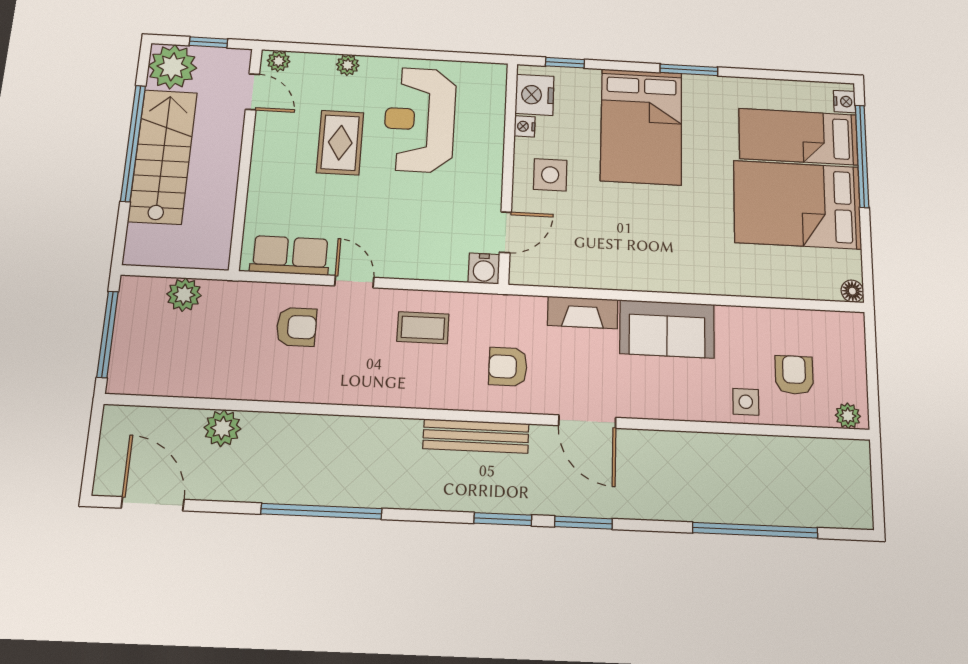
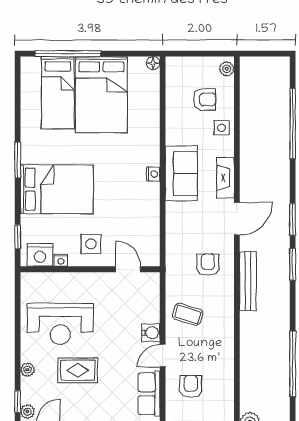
window: (296, 47) -> (18, 402), added
nightstand: (844, 101) -> (153, 174), moved, turned 90
water cooler: (484, 269) -> (151, 333), moved
fireplace: (583, 312) -> (225, 178), moved, turned 180
coffee table: (423, 328) -> (188, 314), turned -73
armchair: (508, 367) -> (208, 265), turned 180
armchair: (794, 375) -> (205, 99), turned 180

